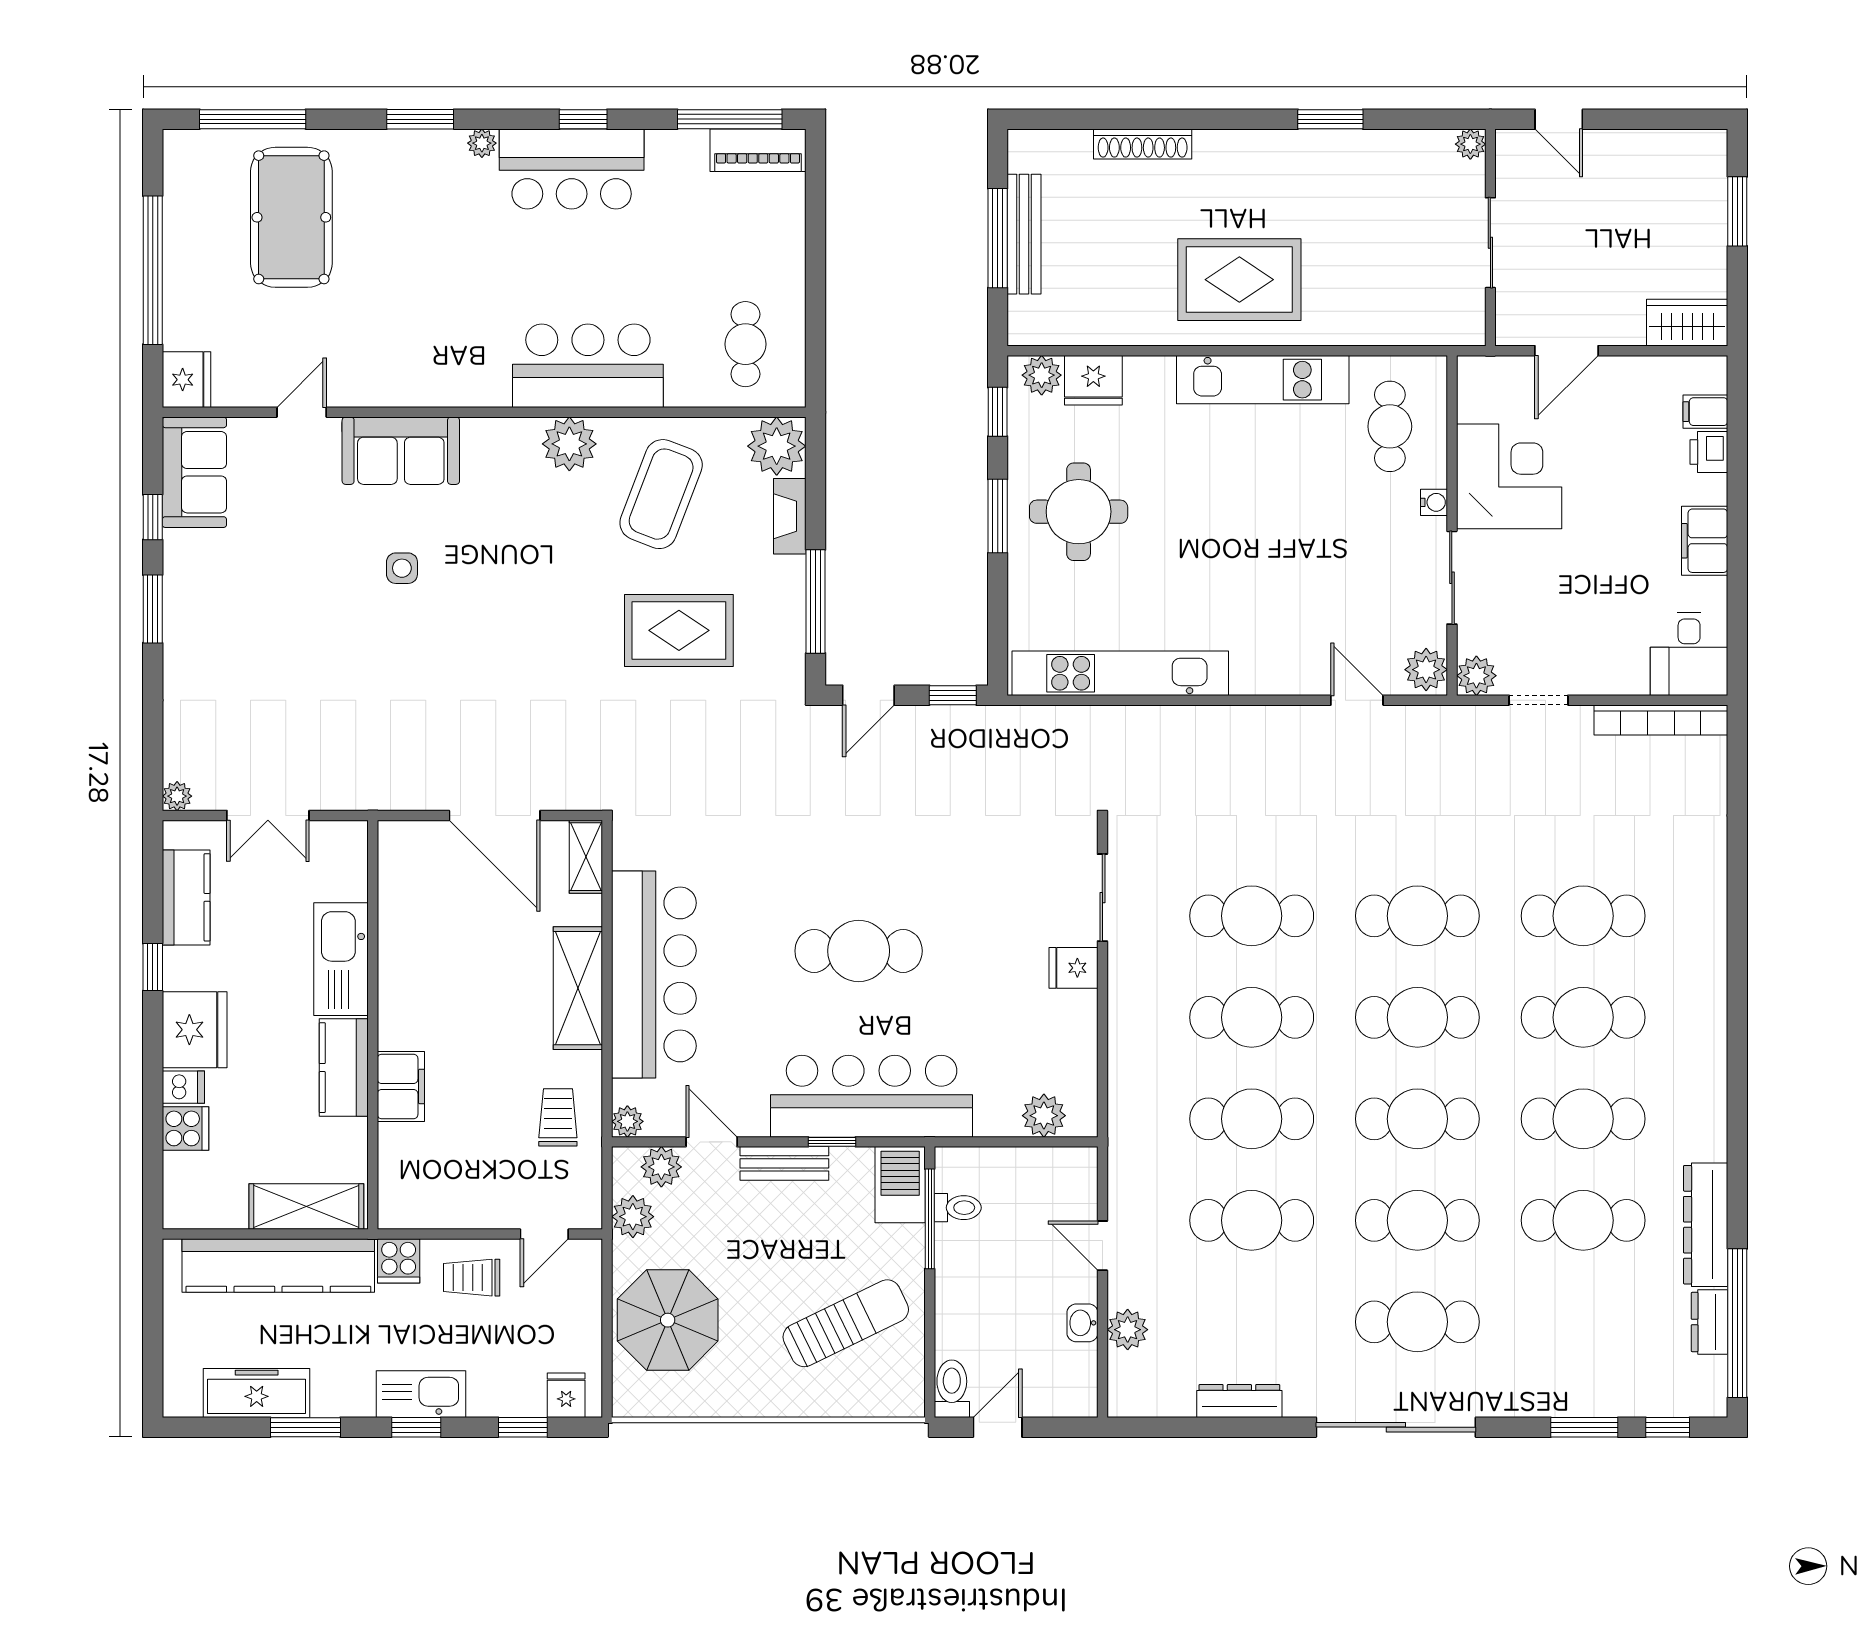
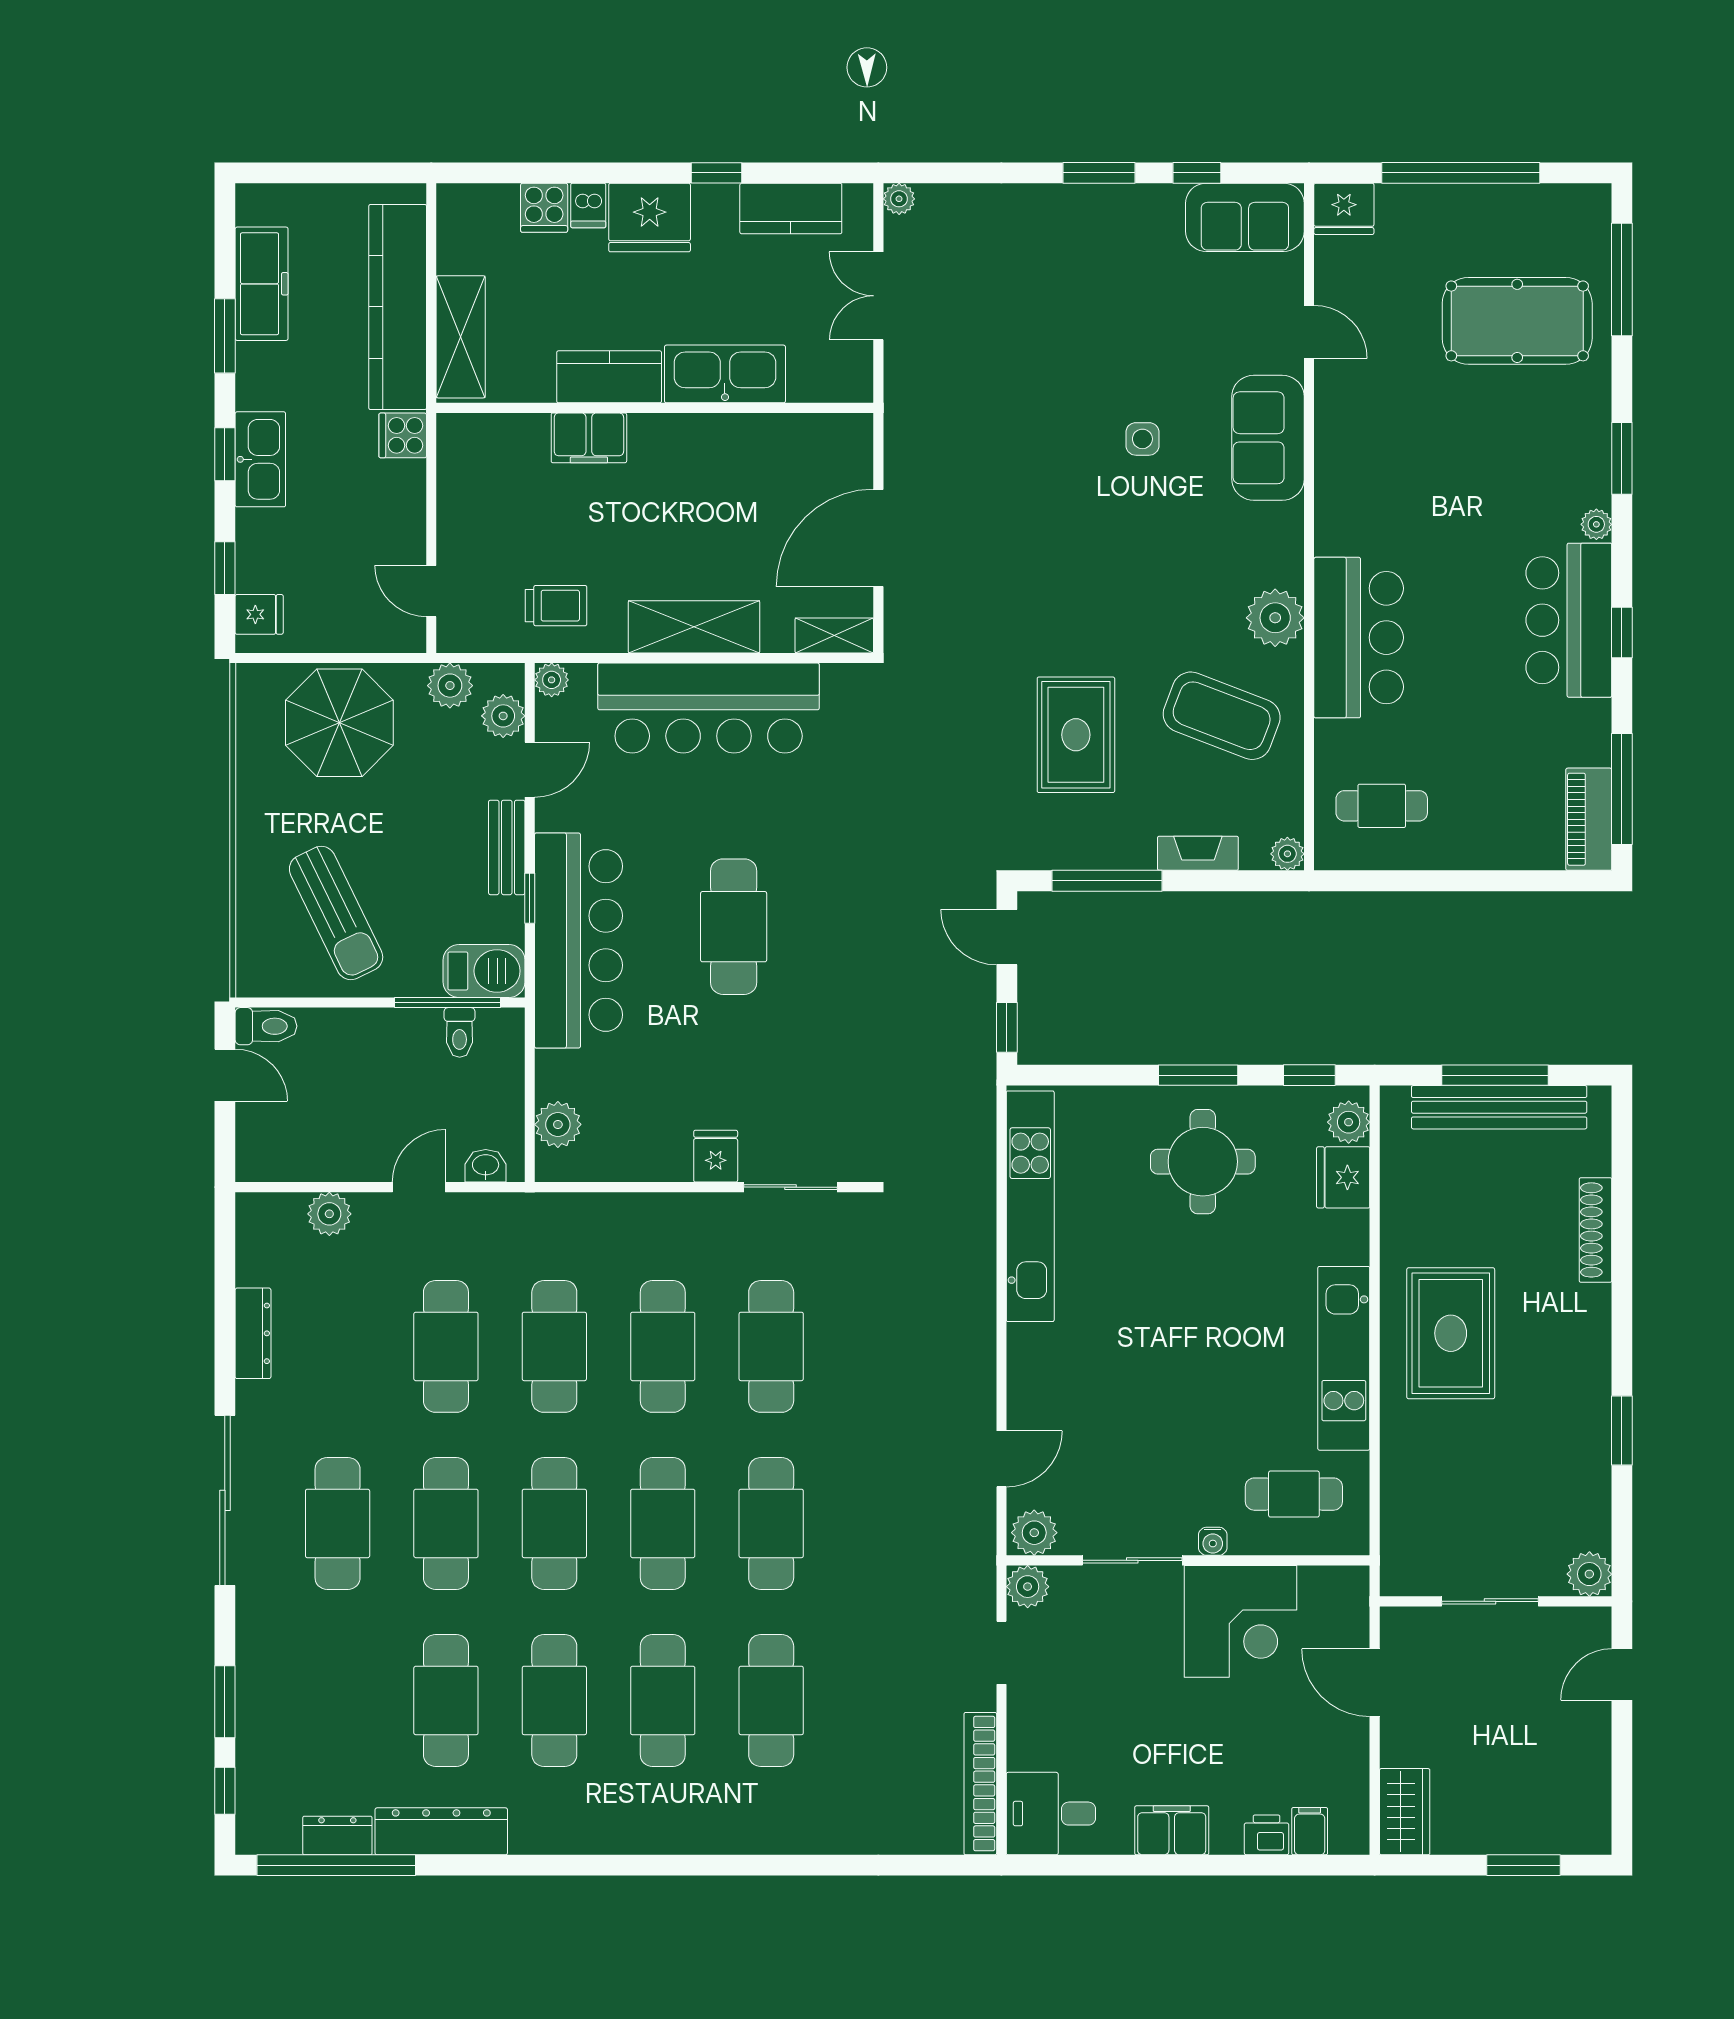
plant: (1470, 144) -> (1589, 1574), width x1.38, depth x1.38
bench: (1024, 234) -> (1499, 1107), width x1.37, depth x1.21
plant: (777, 446) -> (1287, 854), width x0.53, depth x0.53
trolley: (472, 1278) -> (385, 513), removed
washbasin: (1082, 1323) -> (486, 1166), moved

